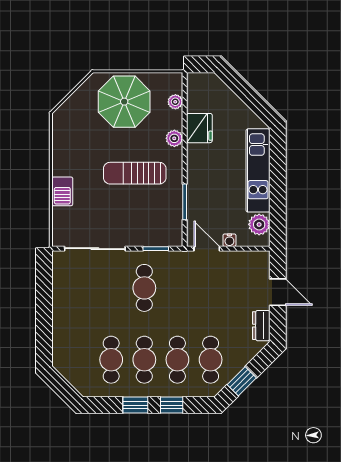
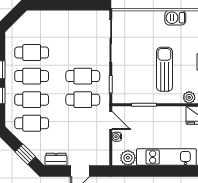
barbecue: (62, 191) -> (175, 18), moved
door: (207, 249) -> (111, 121), hinge flipped
cafe table: (177, 288) -> (83, 100), added
window: (242, 381) -> (25, 154), moved

